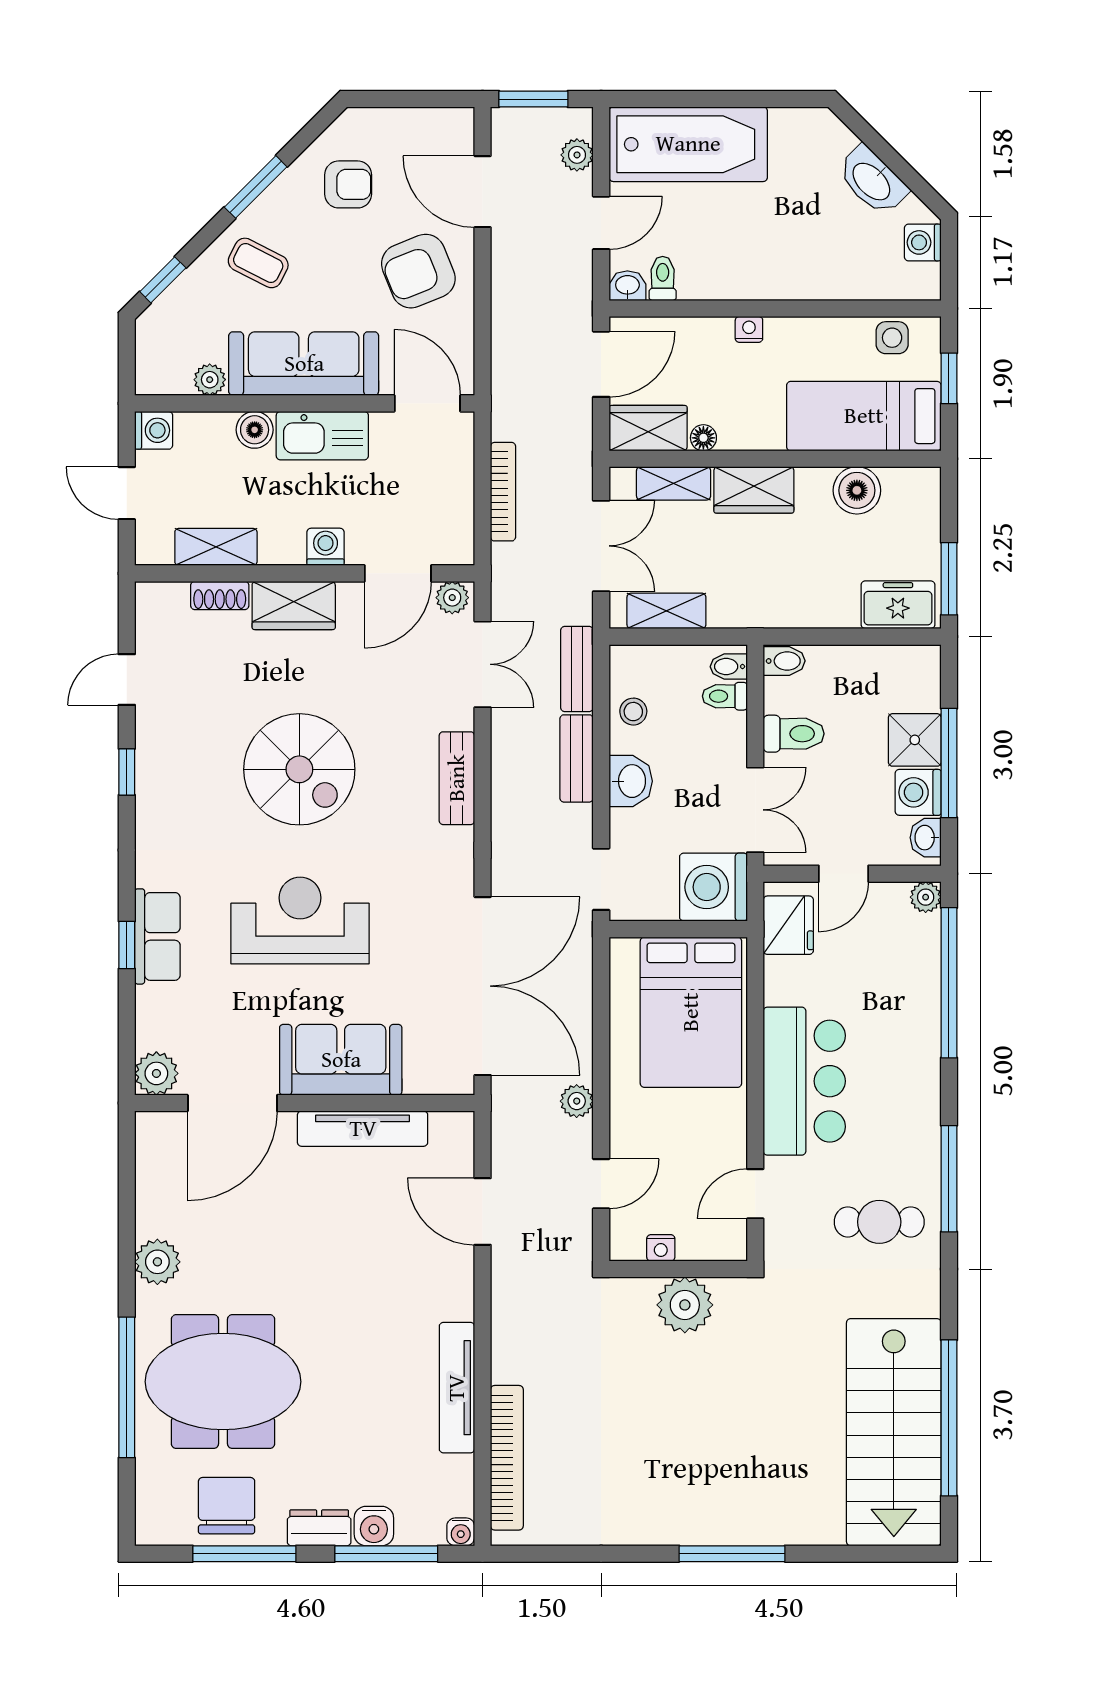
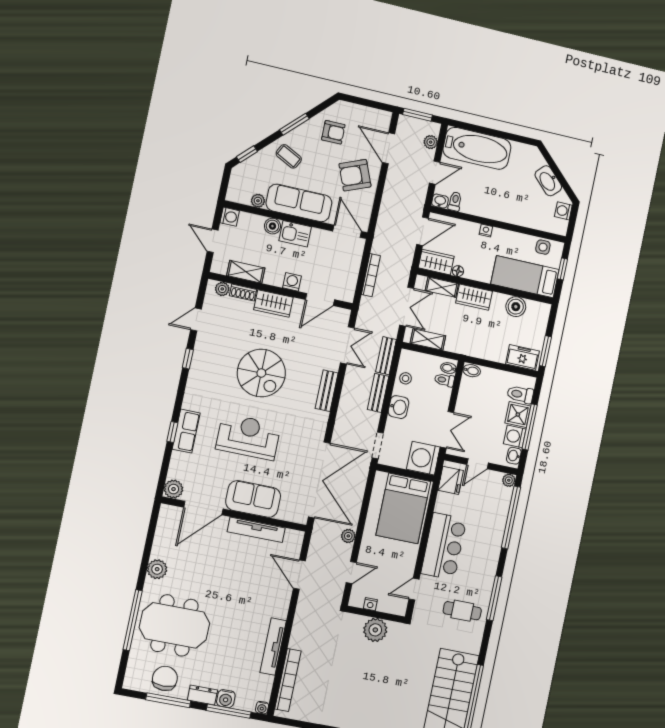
kitchen sink: (322, 436) -> (295, 234), width x0.73
plant: (452, 598) -> (222, 289), moved
toilet: (794, 734) -> (520, 394), moved, turned 180

